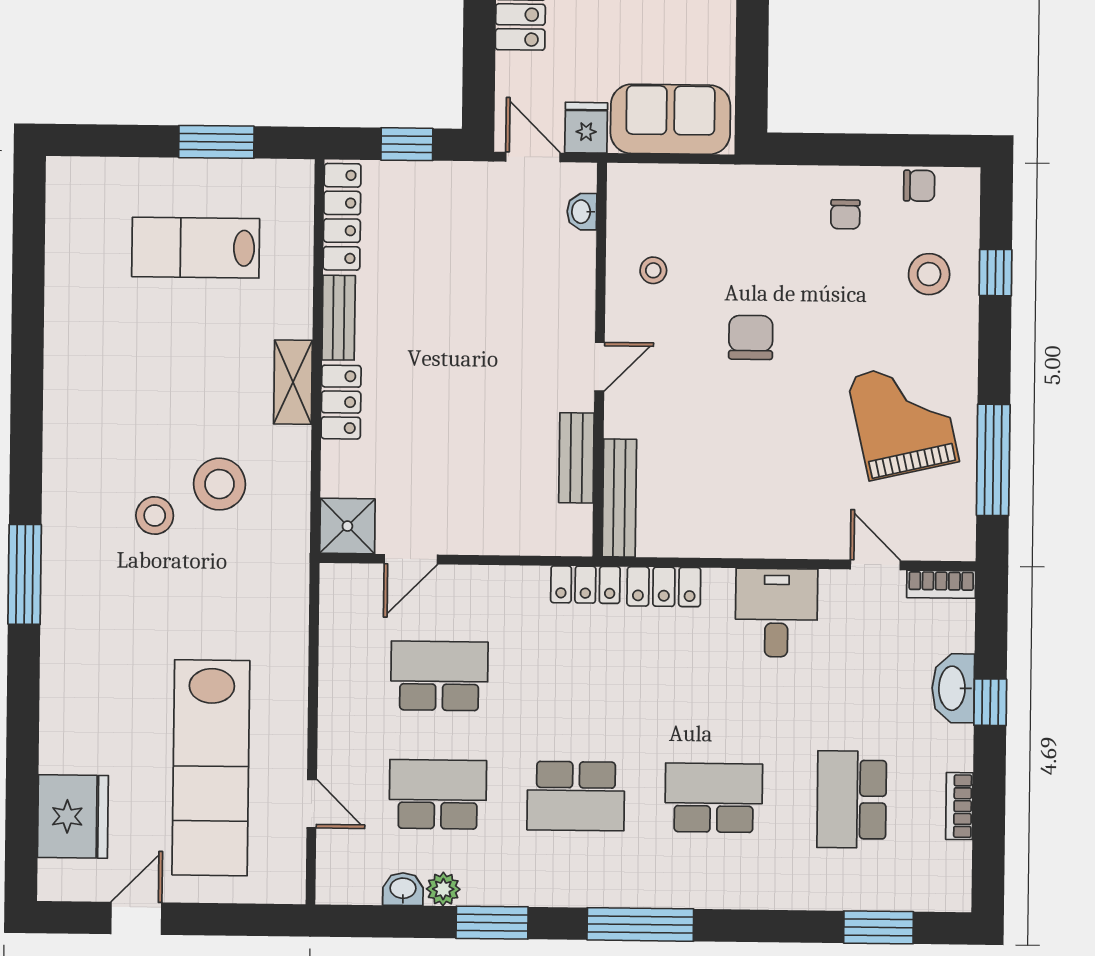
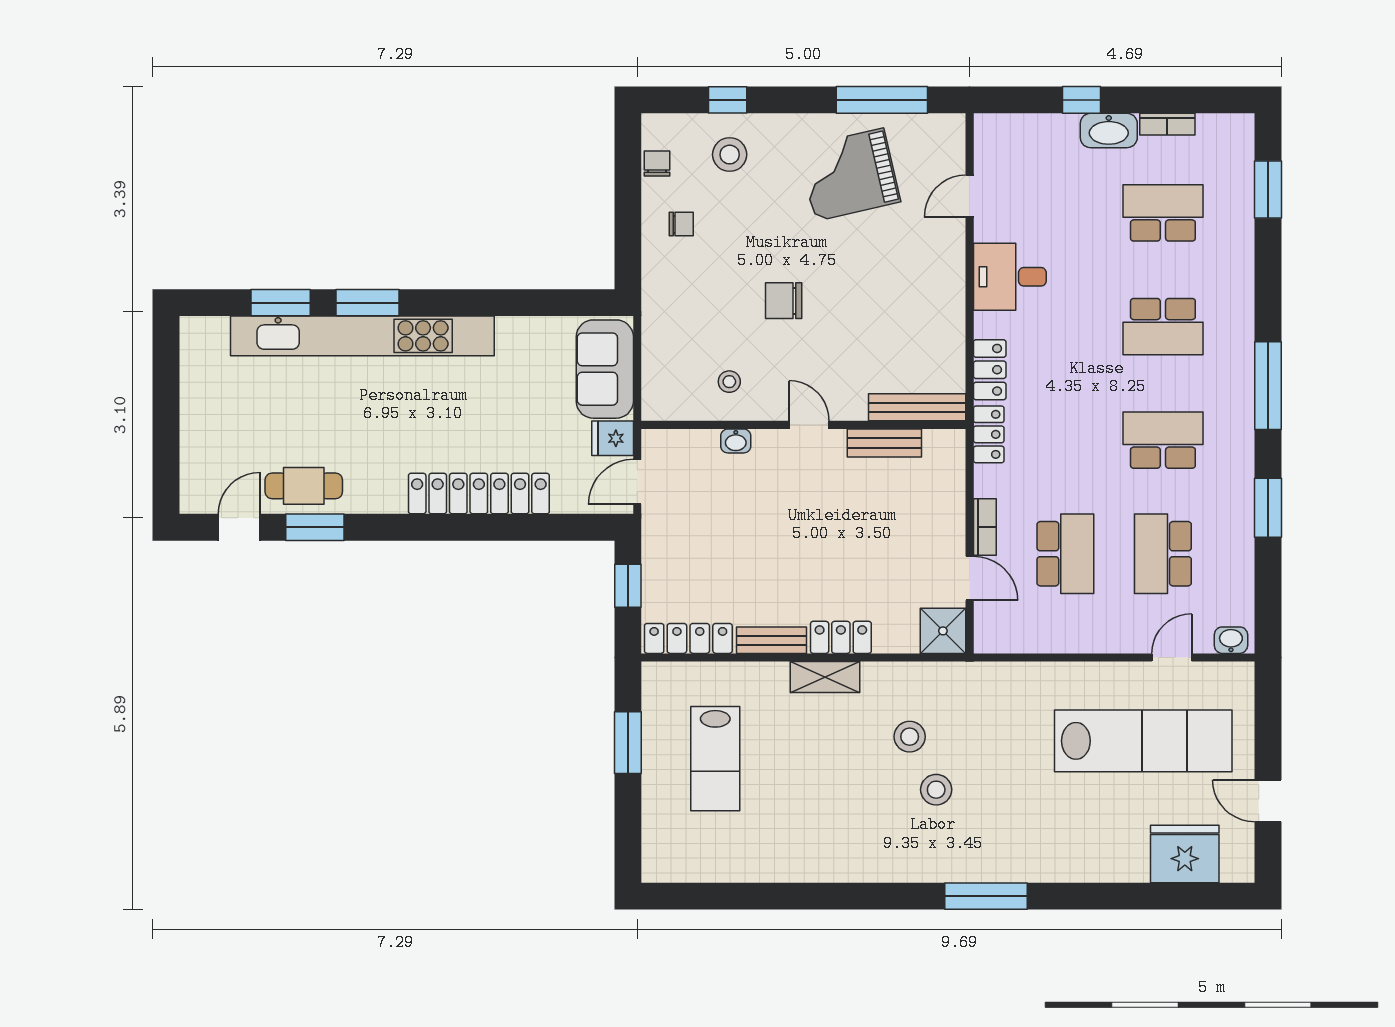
washbasin: (582, 212) -> (736, 441), moved
stool: (220, 484) -> (910, 737), width x0.73, depth x0.73
bookcase: (941, 584) -> (985, 527), moved
school desk: (439, 676) -> (1065, 554), turned 180
washbasin: (953, 688) -> (1109, 130), moved
school desk: (576, 796) -> (1163, 440), turned -90
school desk: (714, 798) -> (1163, 327), turned -90
school desk: (852, 799) -> (1163, 213), turned 180
washbasin: (403, 889) -> (1231, 640), moved, turned 90
plant: (443, 889) -> (1241, 548), removed

